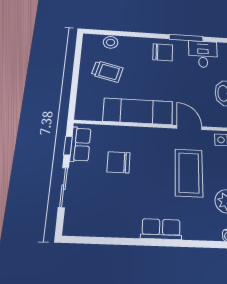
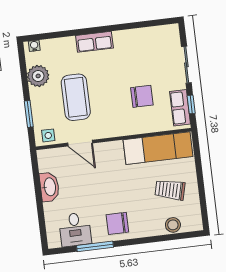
exam couch: (138, 111) -> (158, 148), moved

